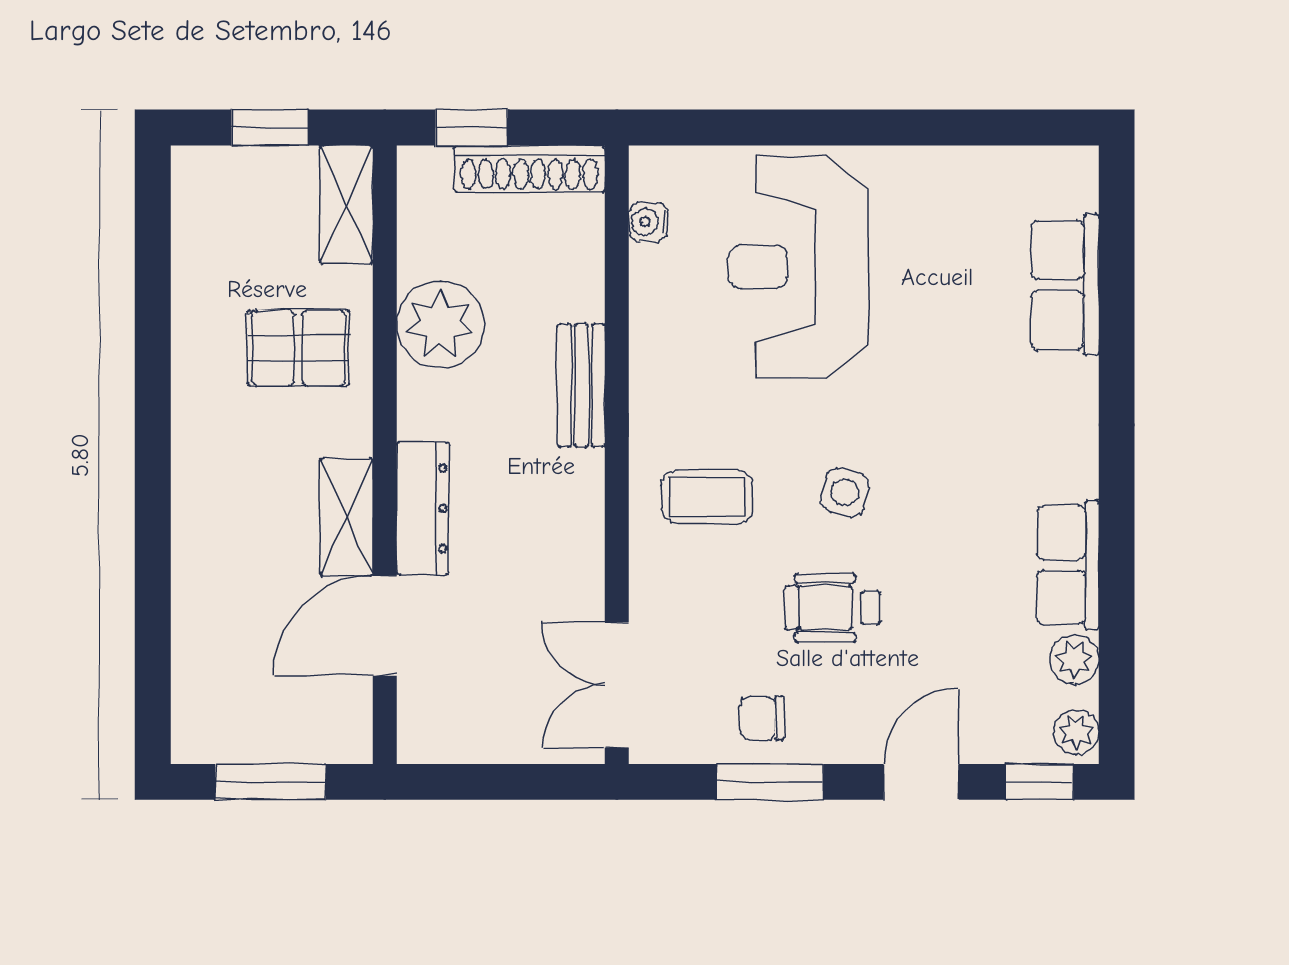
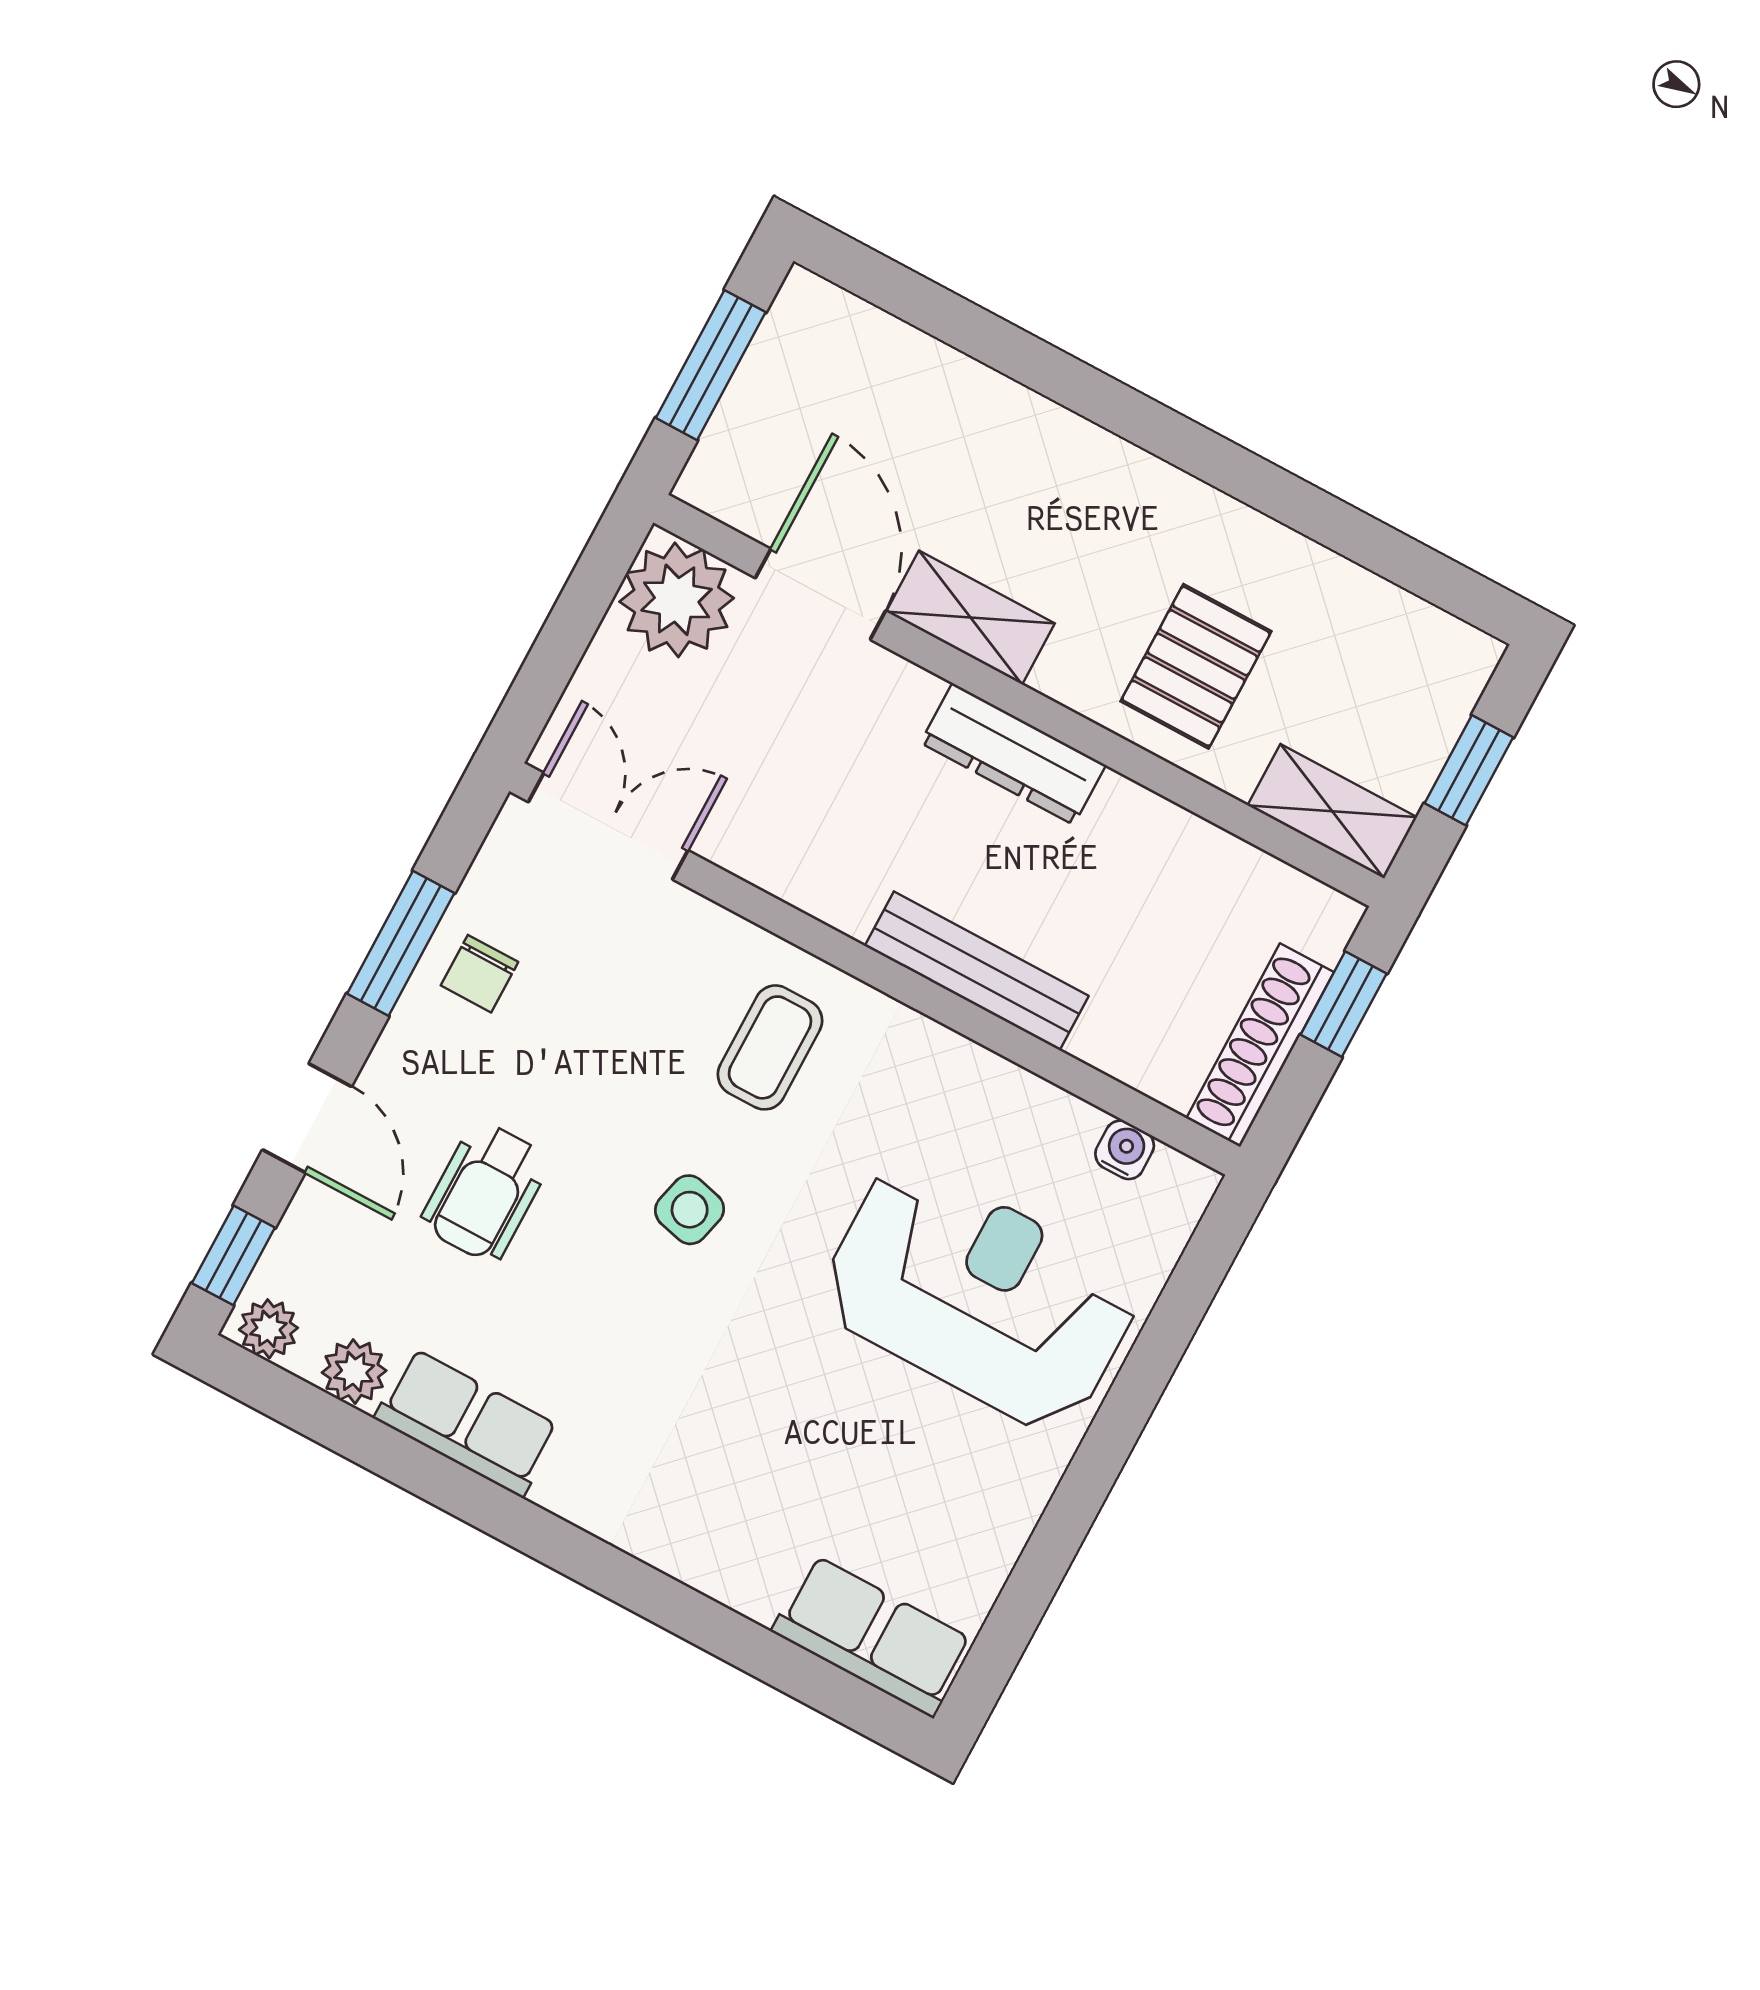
row of seats: (1065, 285) -> (873, 1636), moved
plant: (440, 324) -> (677, 600), moved
bench: (581, 386) -> (977, 971), width x1.36
dresser: (423, 508) -> (1013, 754), moved
wheelchair: (833, 608) -> (485, 1192), moved, turned 180
chair: (762, 718) -> (480, 974), turned 180

